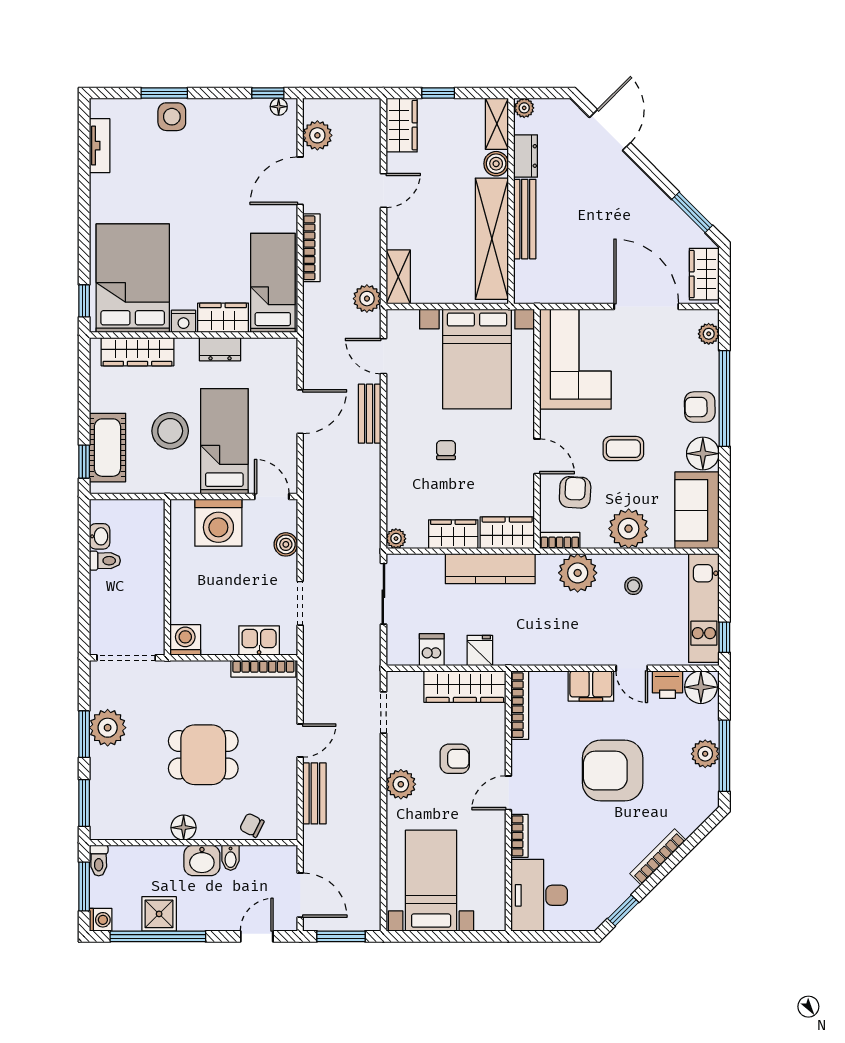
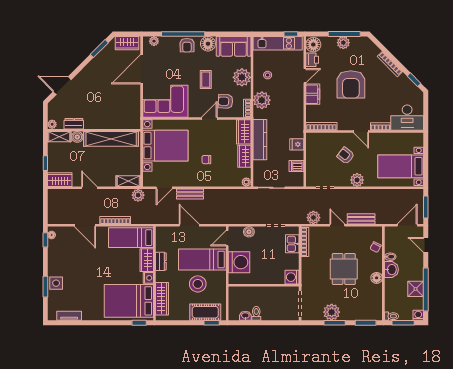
plant: (317, 135) -> (313, 218), moved
bench: (525, 219) -> (102, 124), removed
wardrobe: (465, 687) -> (313, 151), removed
armchair: (455, 759) -> (346, 156), turned -52

